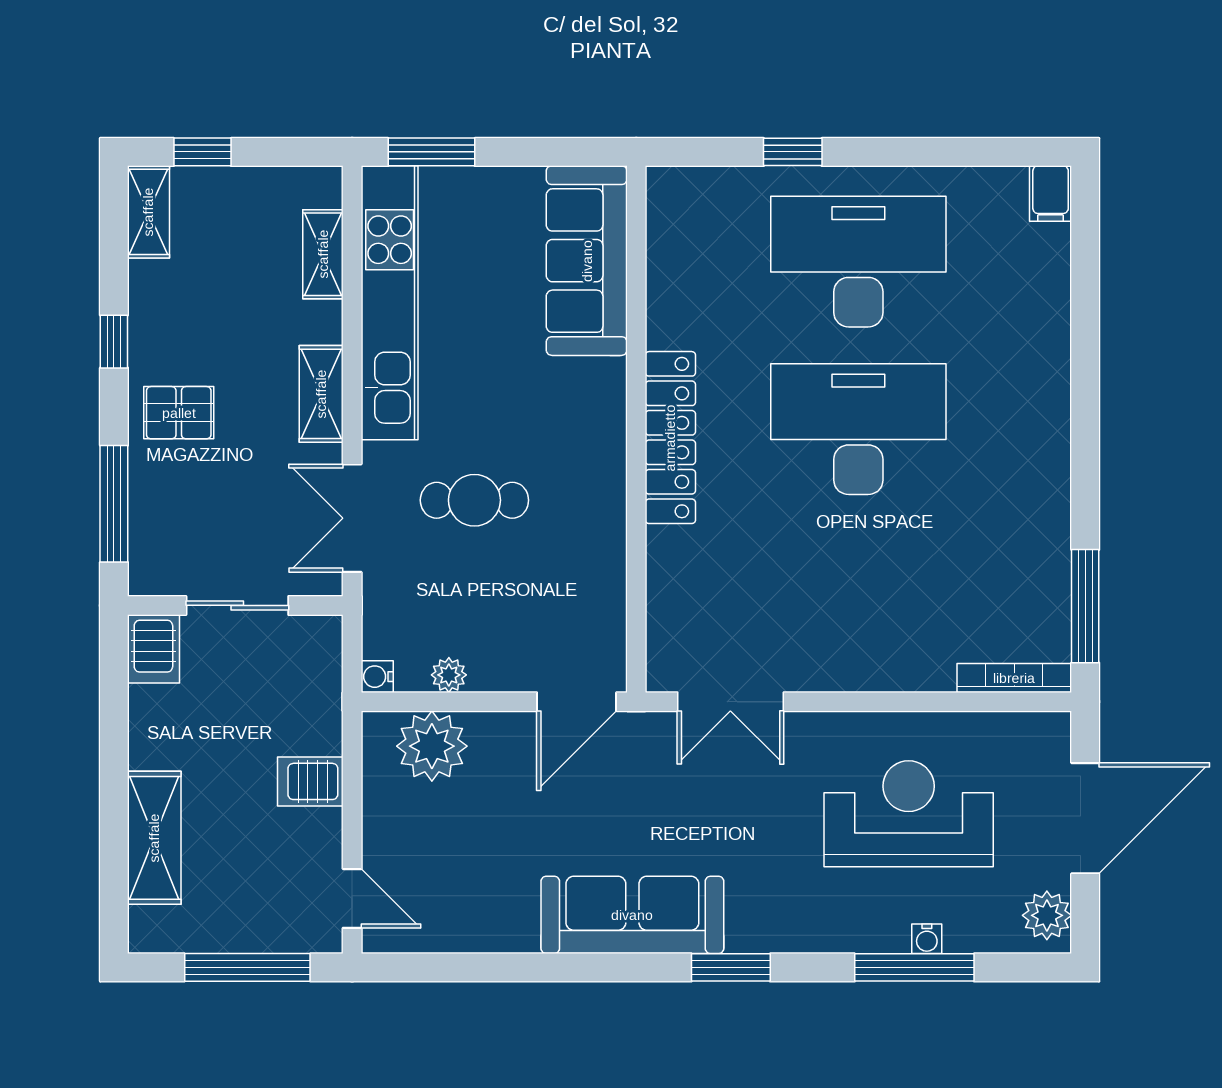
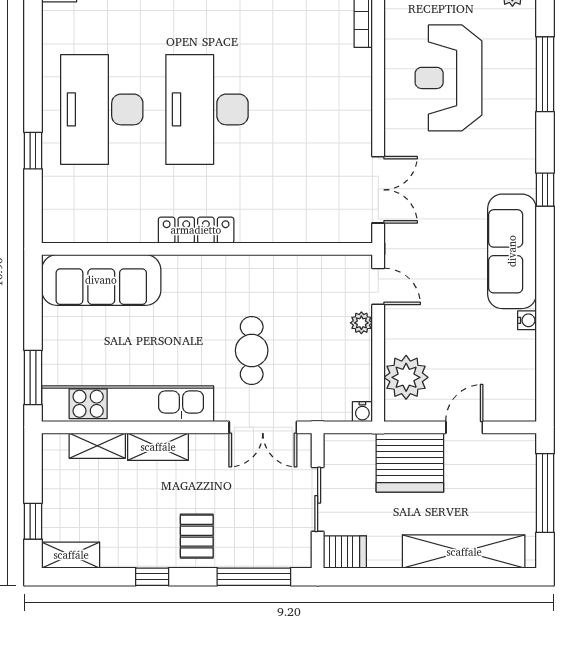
shelving: (321, 394) -> (158, 447), moved
locker: (670, 438) -> (196, 230), width x0.71, depth x0.83
plant: (449, 675) -> (361, 323), moved
door: (577, 702) -> (378, 286), width x0.73
server rack: (310, 781) -> (410, 463), width x2.18, depth x1.44
shelving: (154, 838) -> (464, 552), width x1.47
door: (352, 898) -> (464, 427), moved
water cooler: (927, 939) -> (527, 320), moved
window: (731, 967) -> (545, 190), width x0.67

